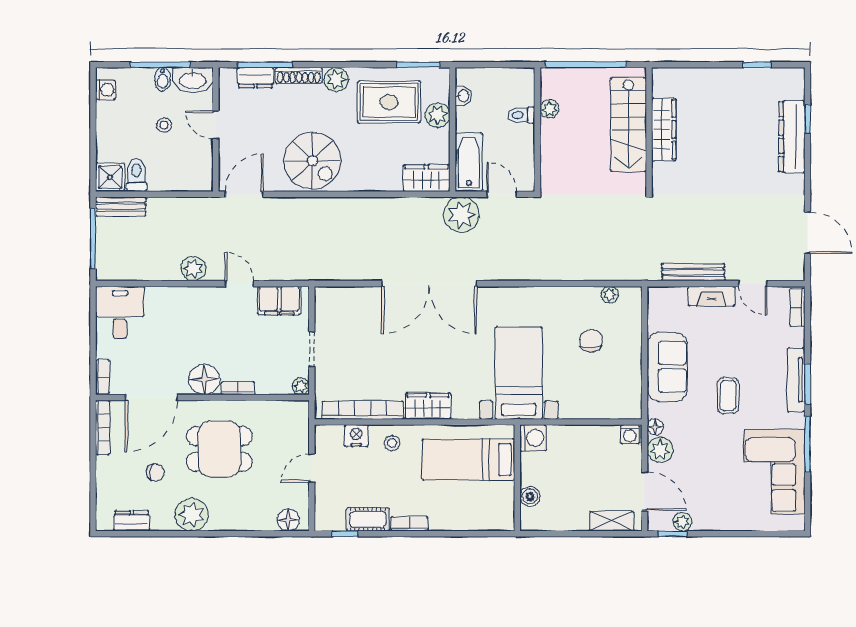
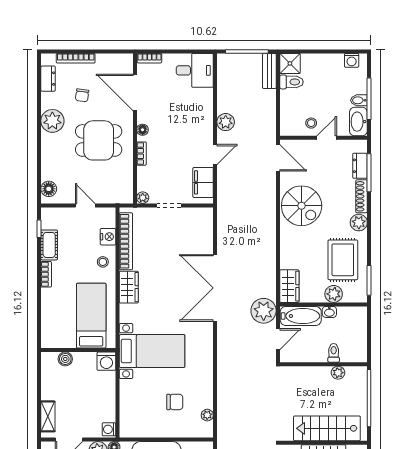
washbasin: (463, 96) -> (329, 312), moved
stool: (164, 125) -> (311, 123), moved
spiral stairs: (312, 161) -> (302, 206), turned -90
floor lamp: (204, 379) -> (143, 130), width x0.53, depth x0.53
bookcase: (103, 428) -> (76, 58), moved
dining table: (219, 449) -> (99, 140), turned 90

